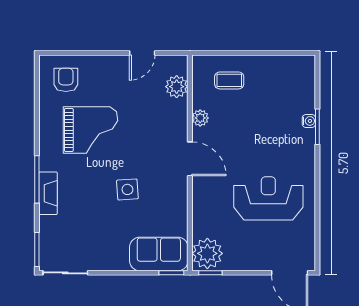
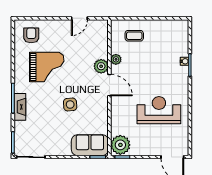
plant: (177, 87) -> (101, 66), moved

